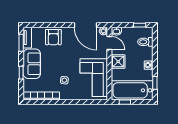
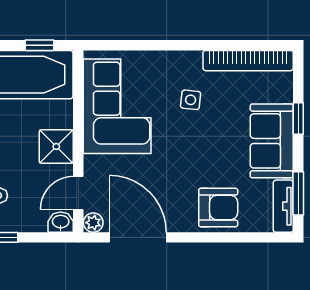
armchair: (53, 37) -> (218, 208), turned 90
door: (109, 43) -> (78, 193), hinge flipped

